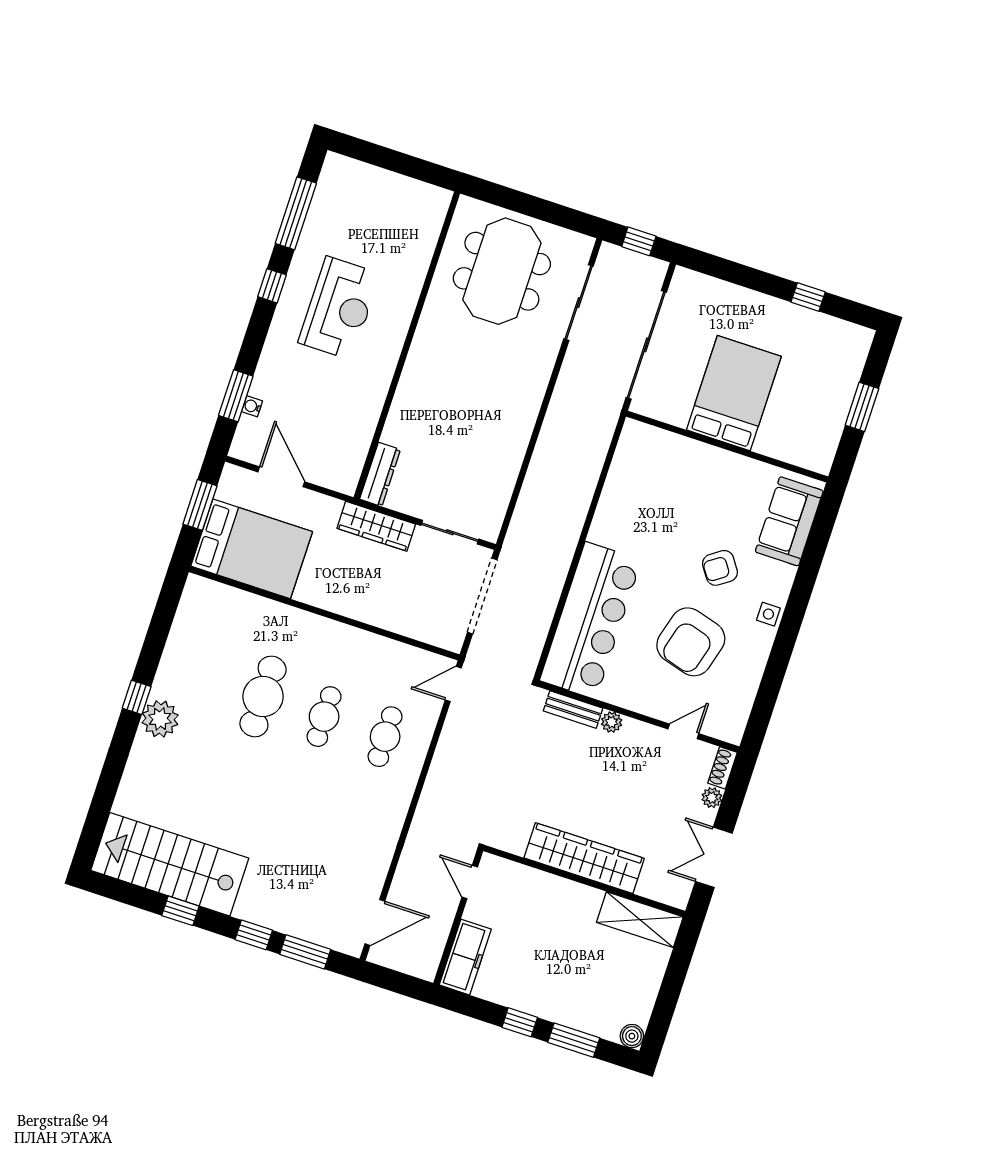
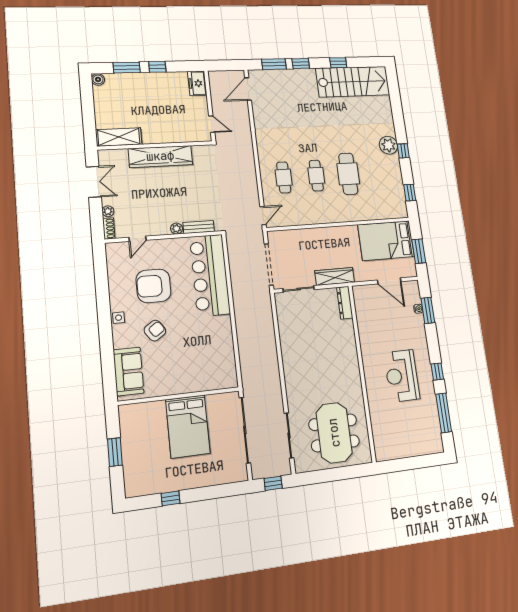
window: (163, 616) -> (410, 193), added
armchair: (691, 642) -> (154, 286), turned -106
freezer: (465, 957) -> (197, 83), width x0.71

